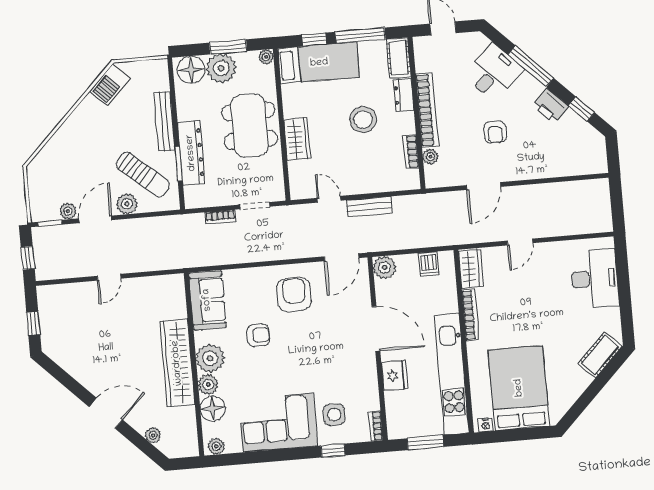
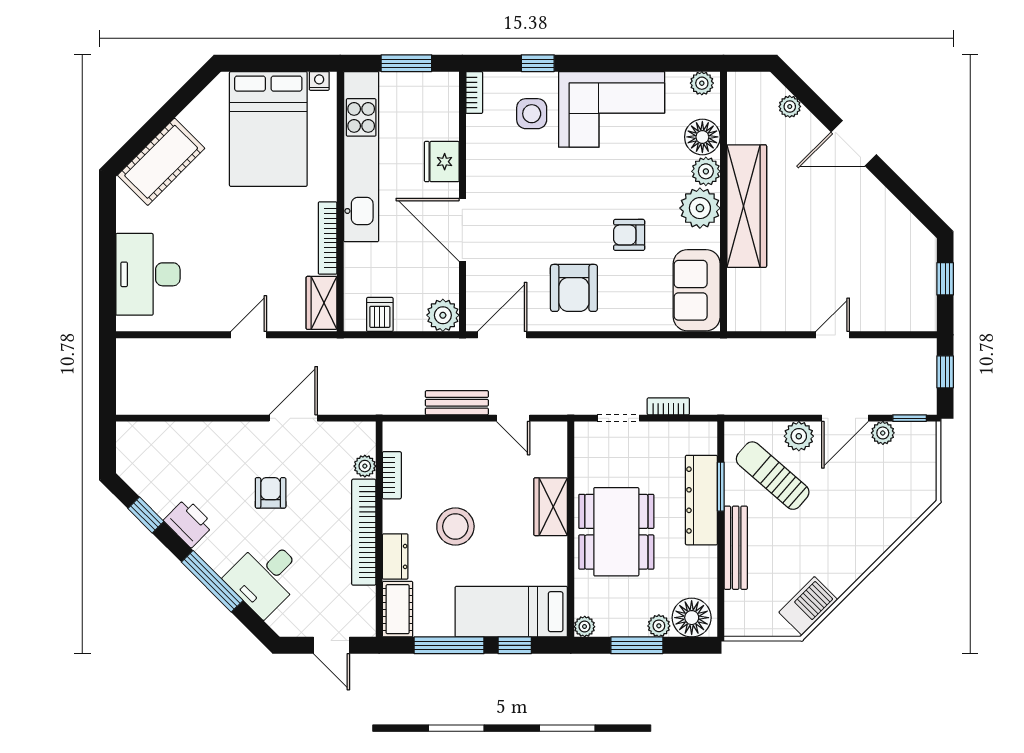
plant: (221, 68) -> (659, 626), width x0.53, depth x0.53
cot: (600, 355) -> (161, 162), width x1.37, depth x1.34

